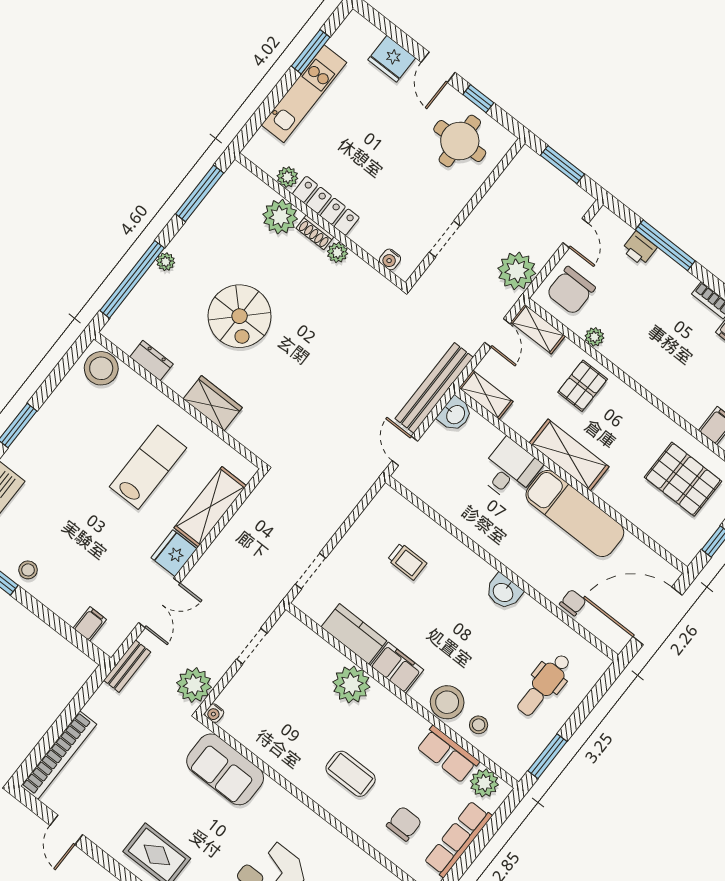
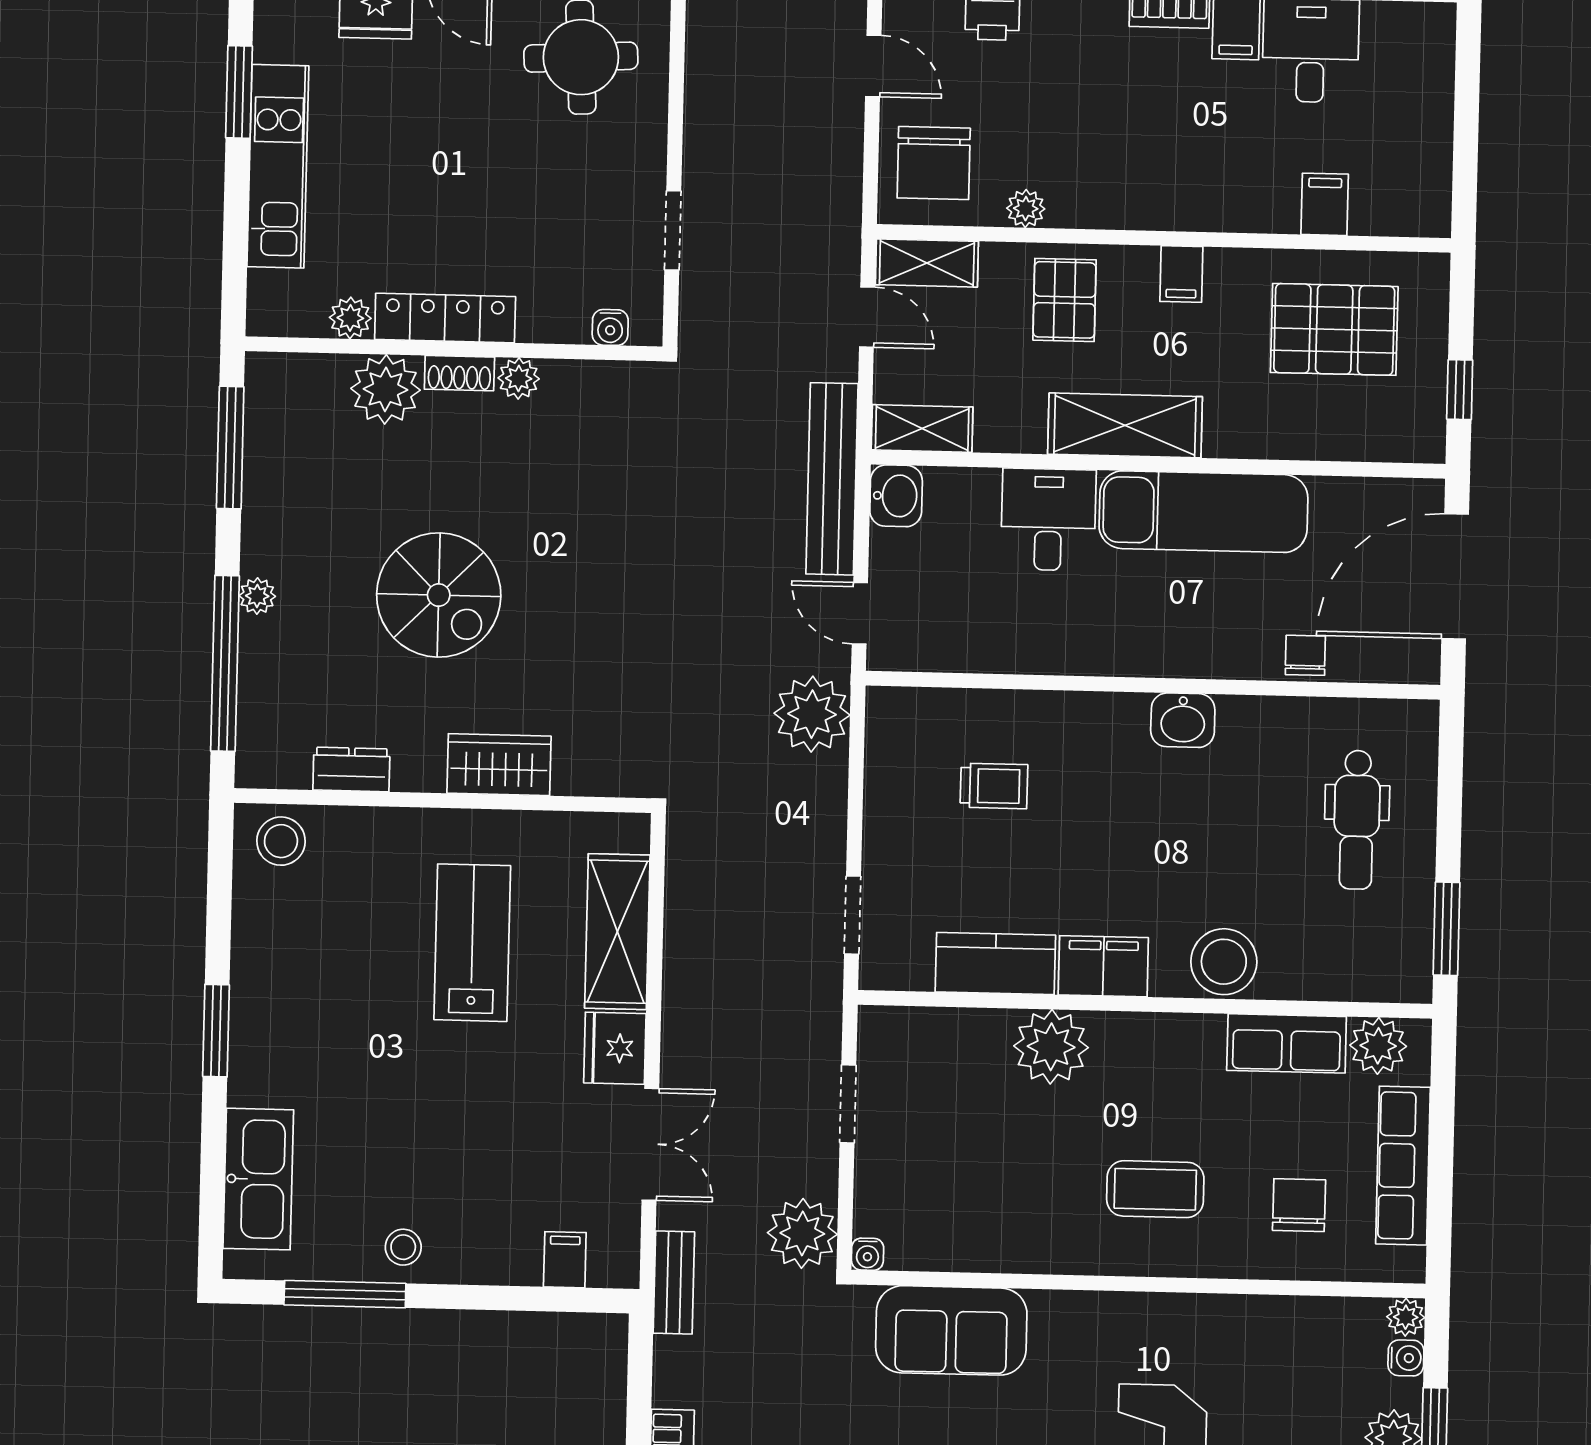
plant: (517, 271) -> (812, 714), moved
stool: (101, 368) -> (281, 841), width x0.73, depth x0.73
filing cabinet: (638, 411) -> (1181, 274), added
stool: (479, 725) -> (1300, 960), removed

